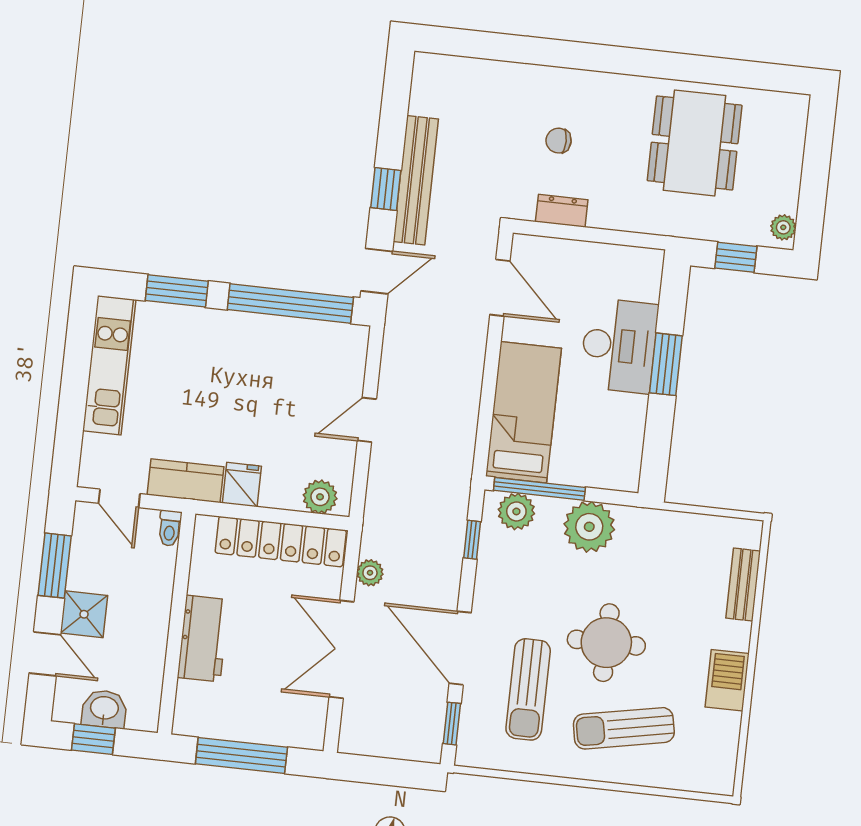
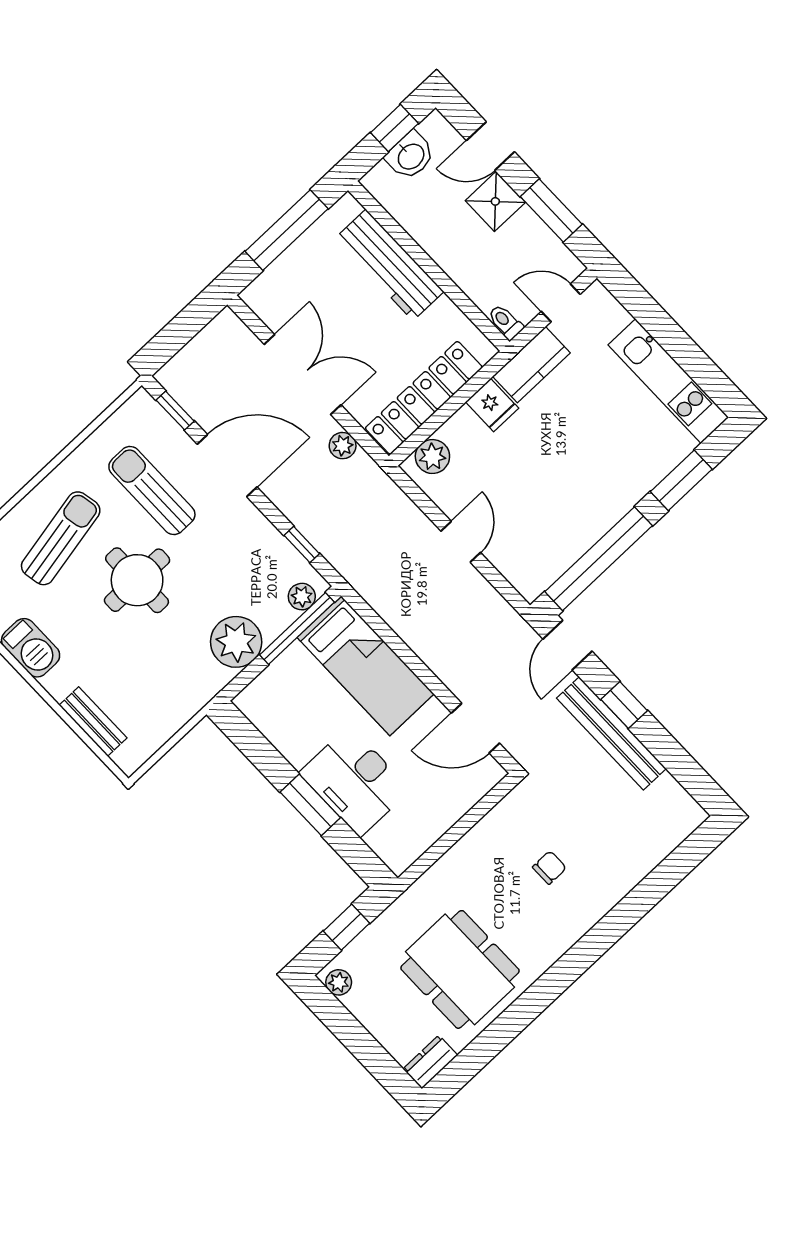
dresser: (562, 211) -> (430, 1062), moved, turned 180
plant: (516, 511) -> (302, 597), width x0.73, depth x0.73
workbench: (203, 639) -> (389, 265), width x1.38

